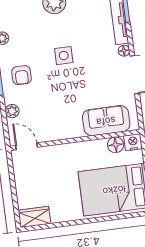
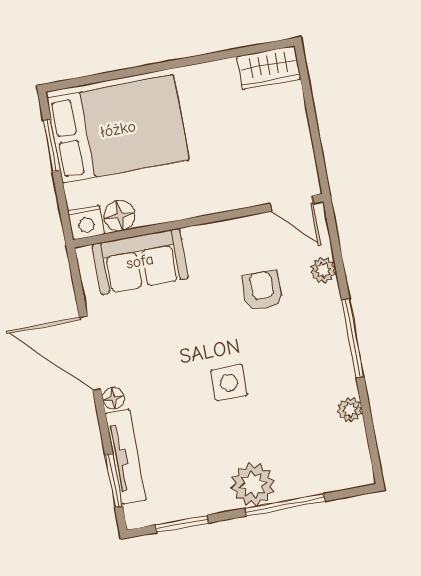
armchair: (22, 75) -> (262, 291), moved

